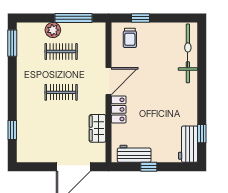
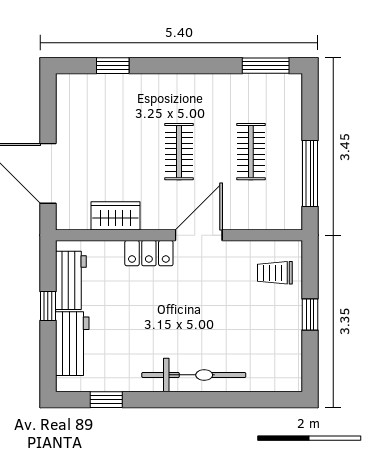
window: (140, 18) -> (310, 314), moved
plant: (53, 30) -> (289, 137), removed
bicycle: (188, 53) -> (194, 375), moved
door: (108, 81) -> (199, 235), swing flipped
workbench: (188, 144) -> (72, 344), moved, turned 90

